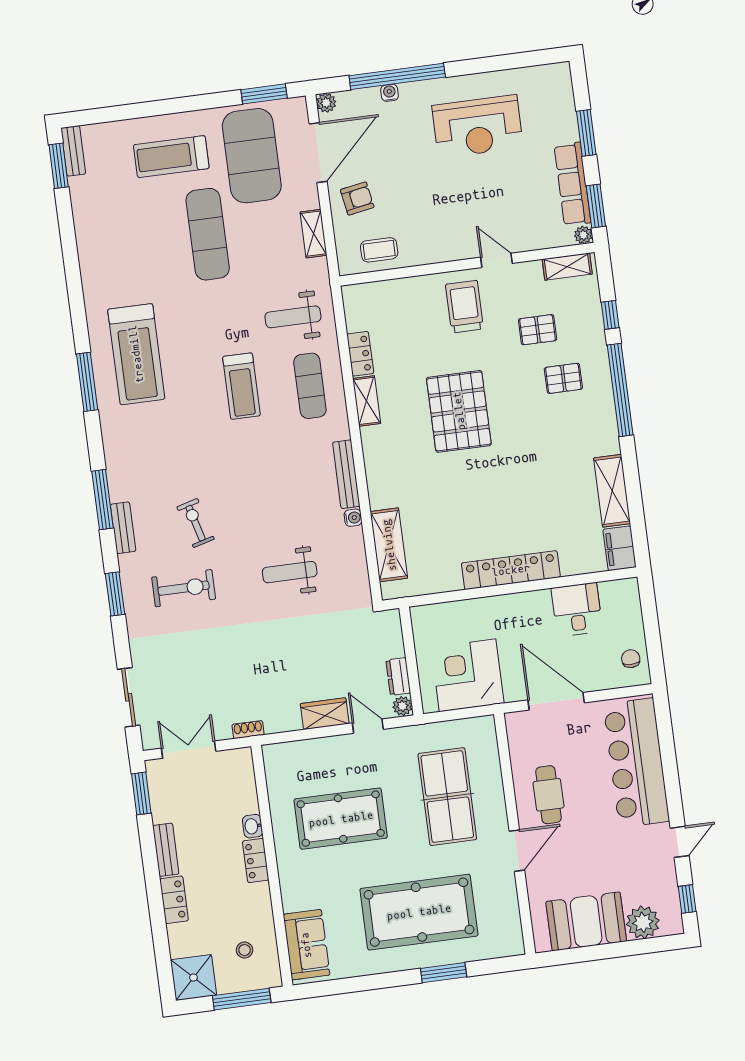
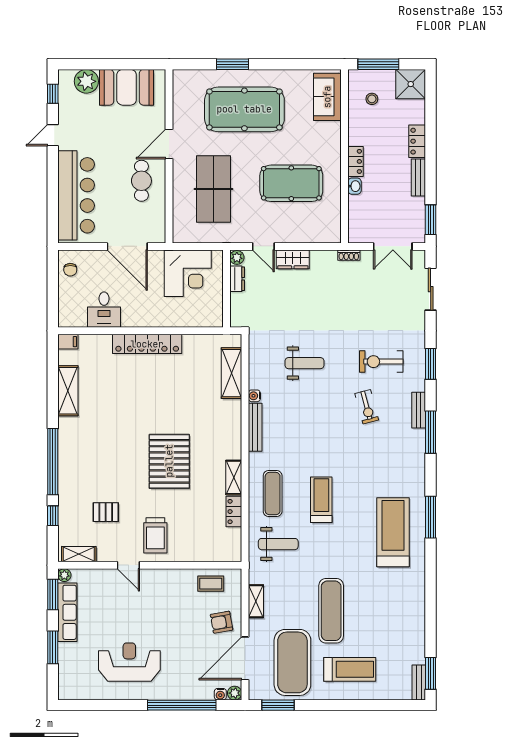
water cooler: (390, 93) -> (220, 694), moved
pallet: (563, 378) -> (92, 475), removed
filing cabinet: (620, 548) -> (68, 342), width x0.50

